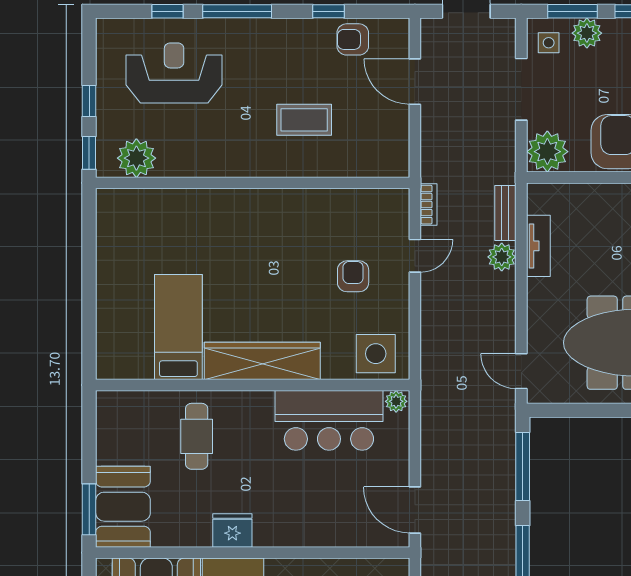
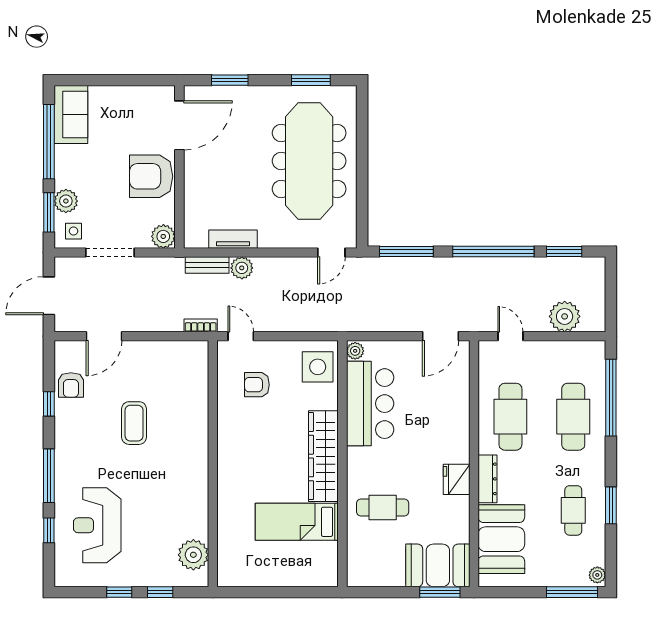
plant: (547, 152) -> (163, 236), width x0.73, depth x0.73
plant: (136, 158) -> (193, 555), moved
wall: (253, 183) -> (213, 464), moved

